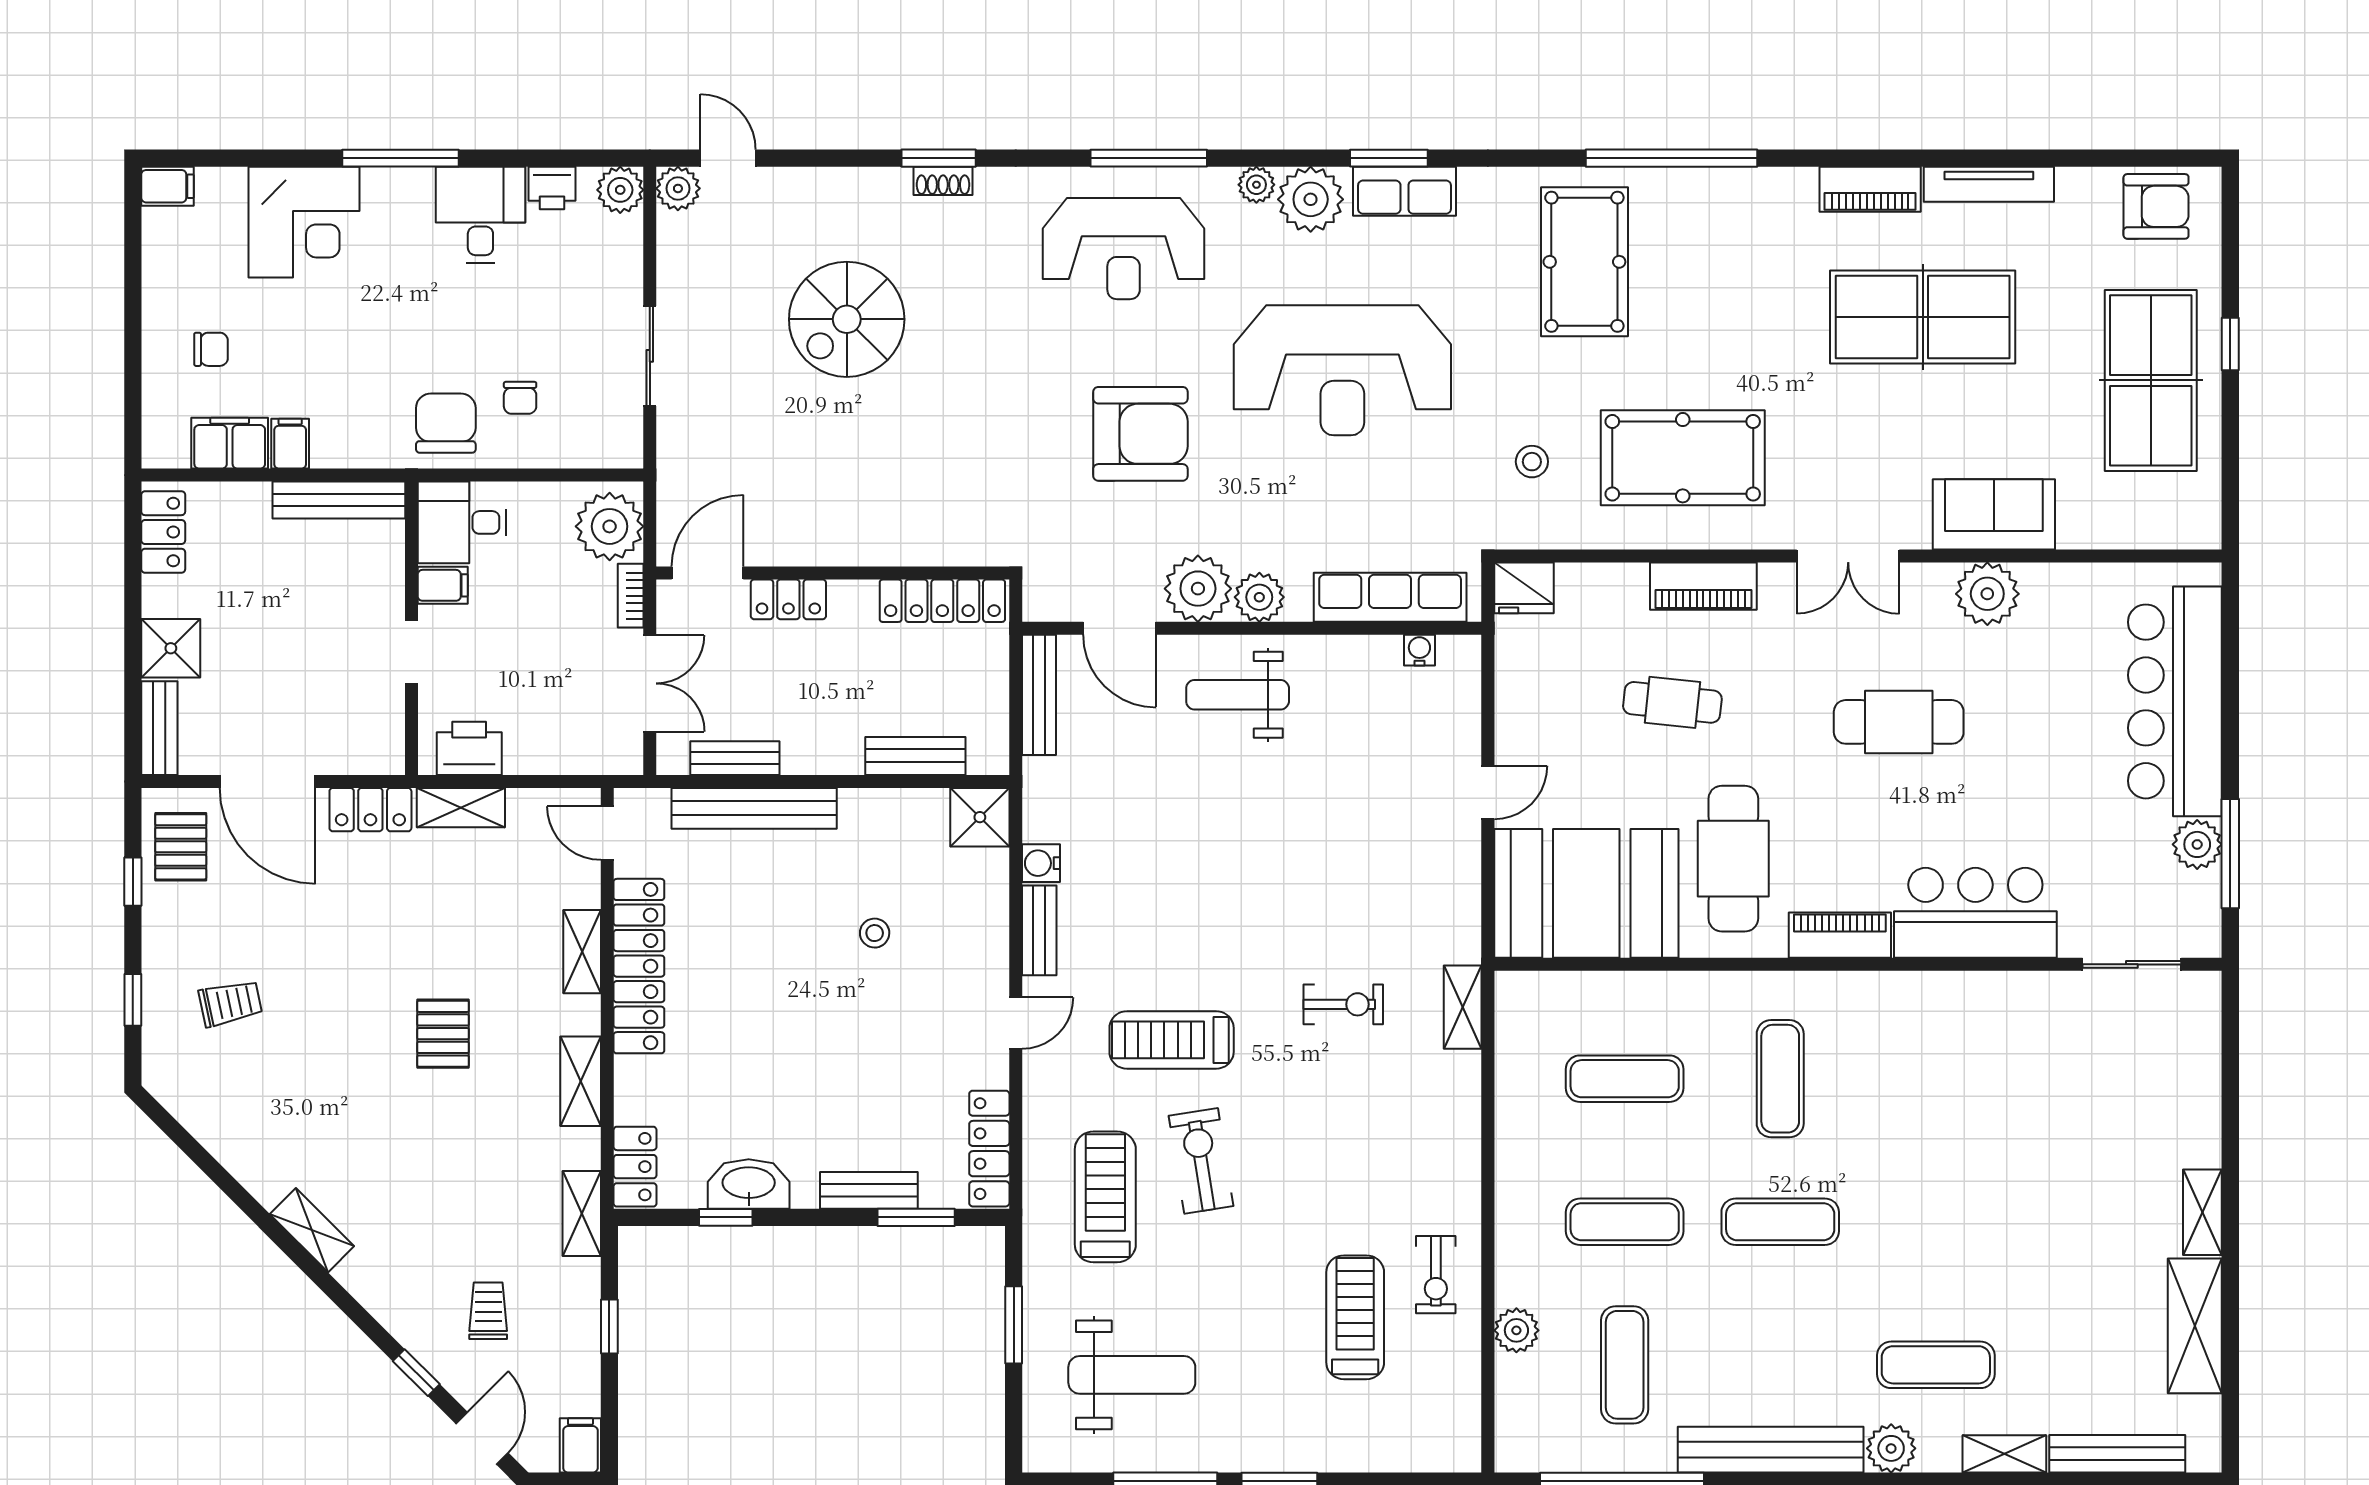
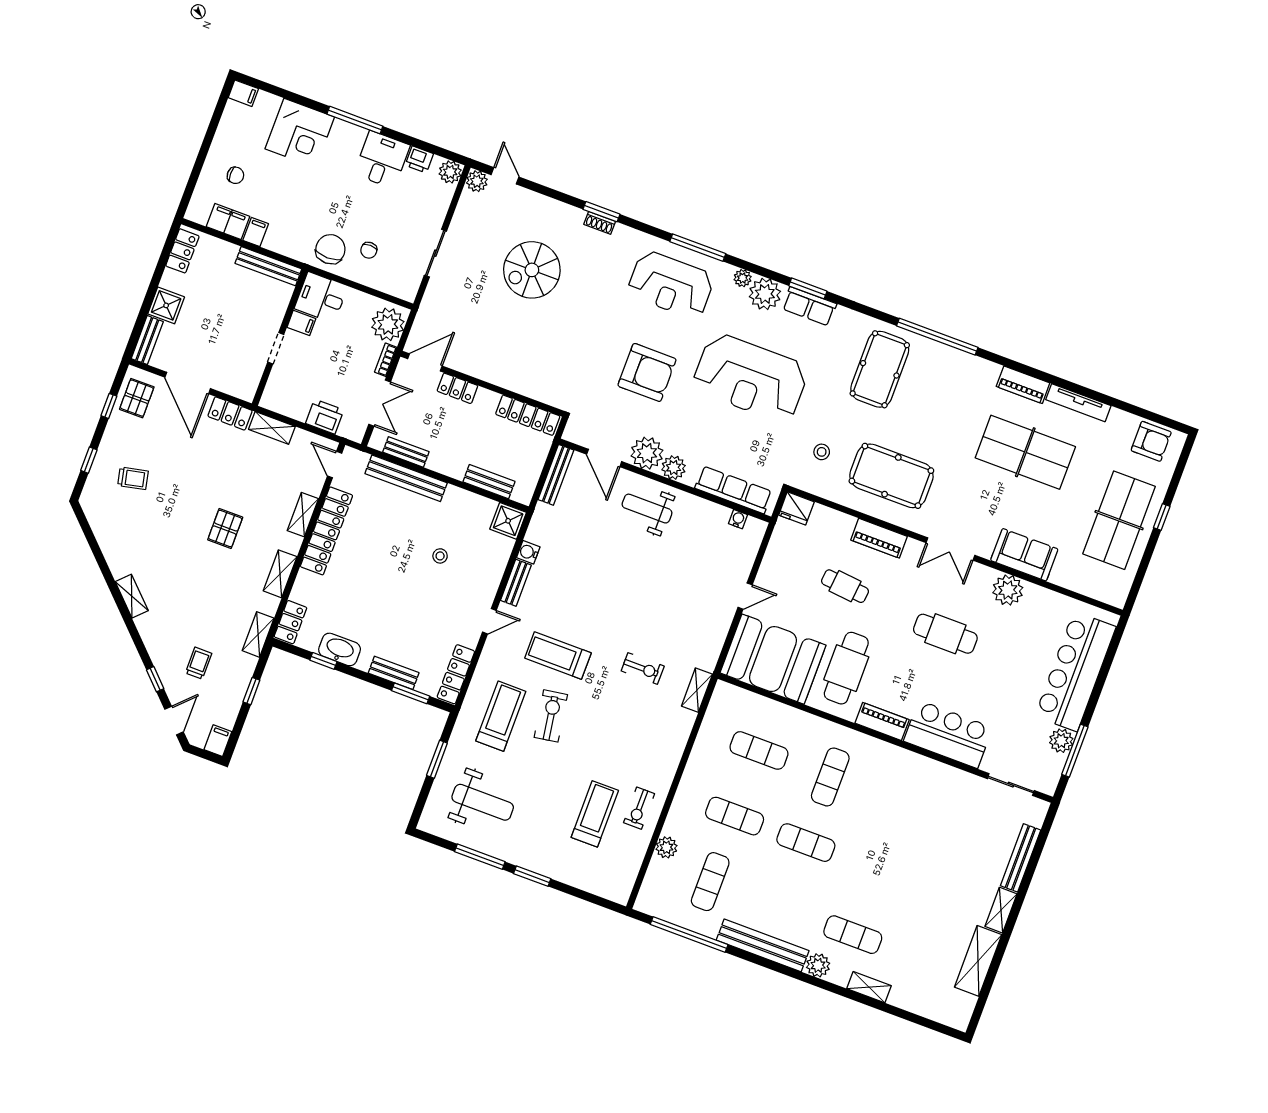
printer: (469, 748) -> (325, 417), moved
bench: (2117, 1454) -> (1021, 858), moved, turned 90

